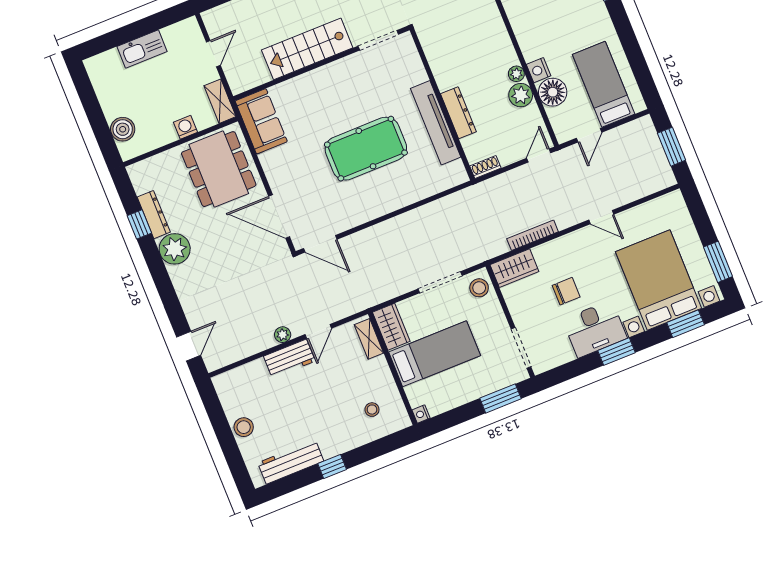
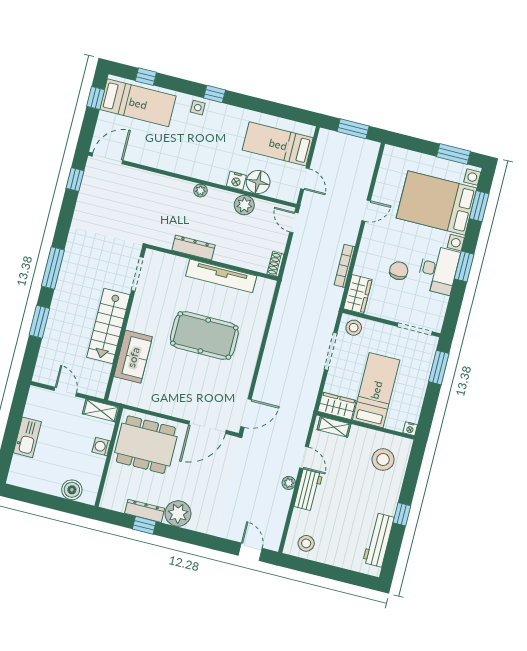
plant: (516, 74) -> (200, 191), moved
dresser: (458, 113) -> (193, 248), moved
sofa: (261, 121) -> (133, 357), moved, turned 90
pool table: (366, 149) -> (204, 336), turned 90
stool: (372, 410) -> (383, 460), width x1.89, depth x1.89
stool: (244, 427) -> (306, 543), moved

